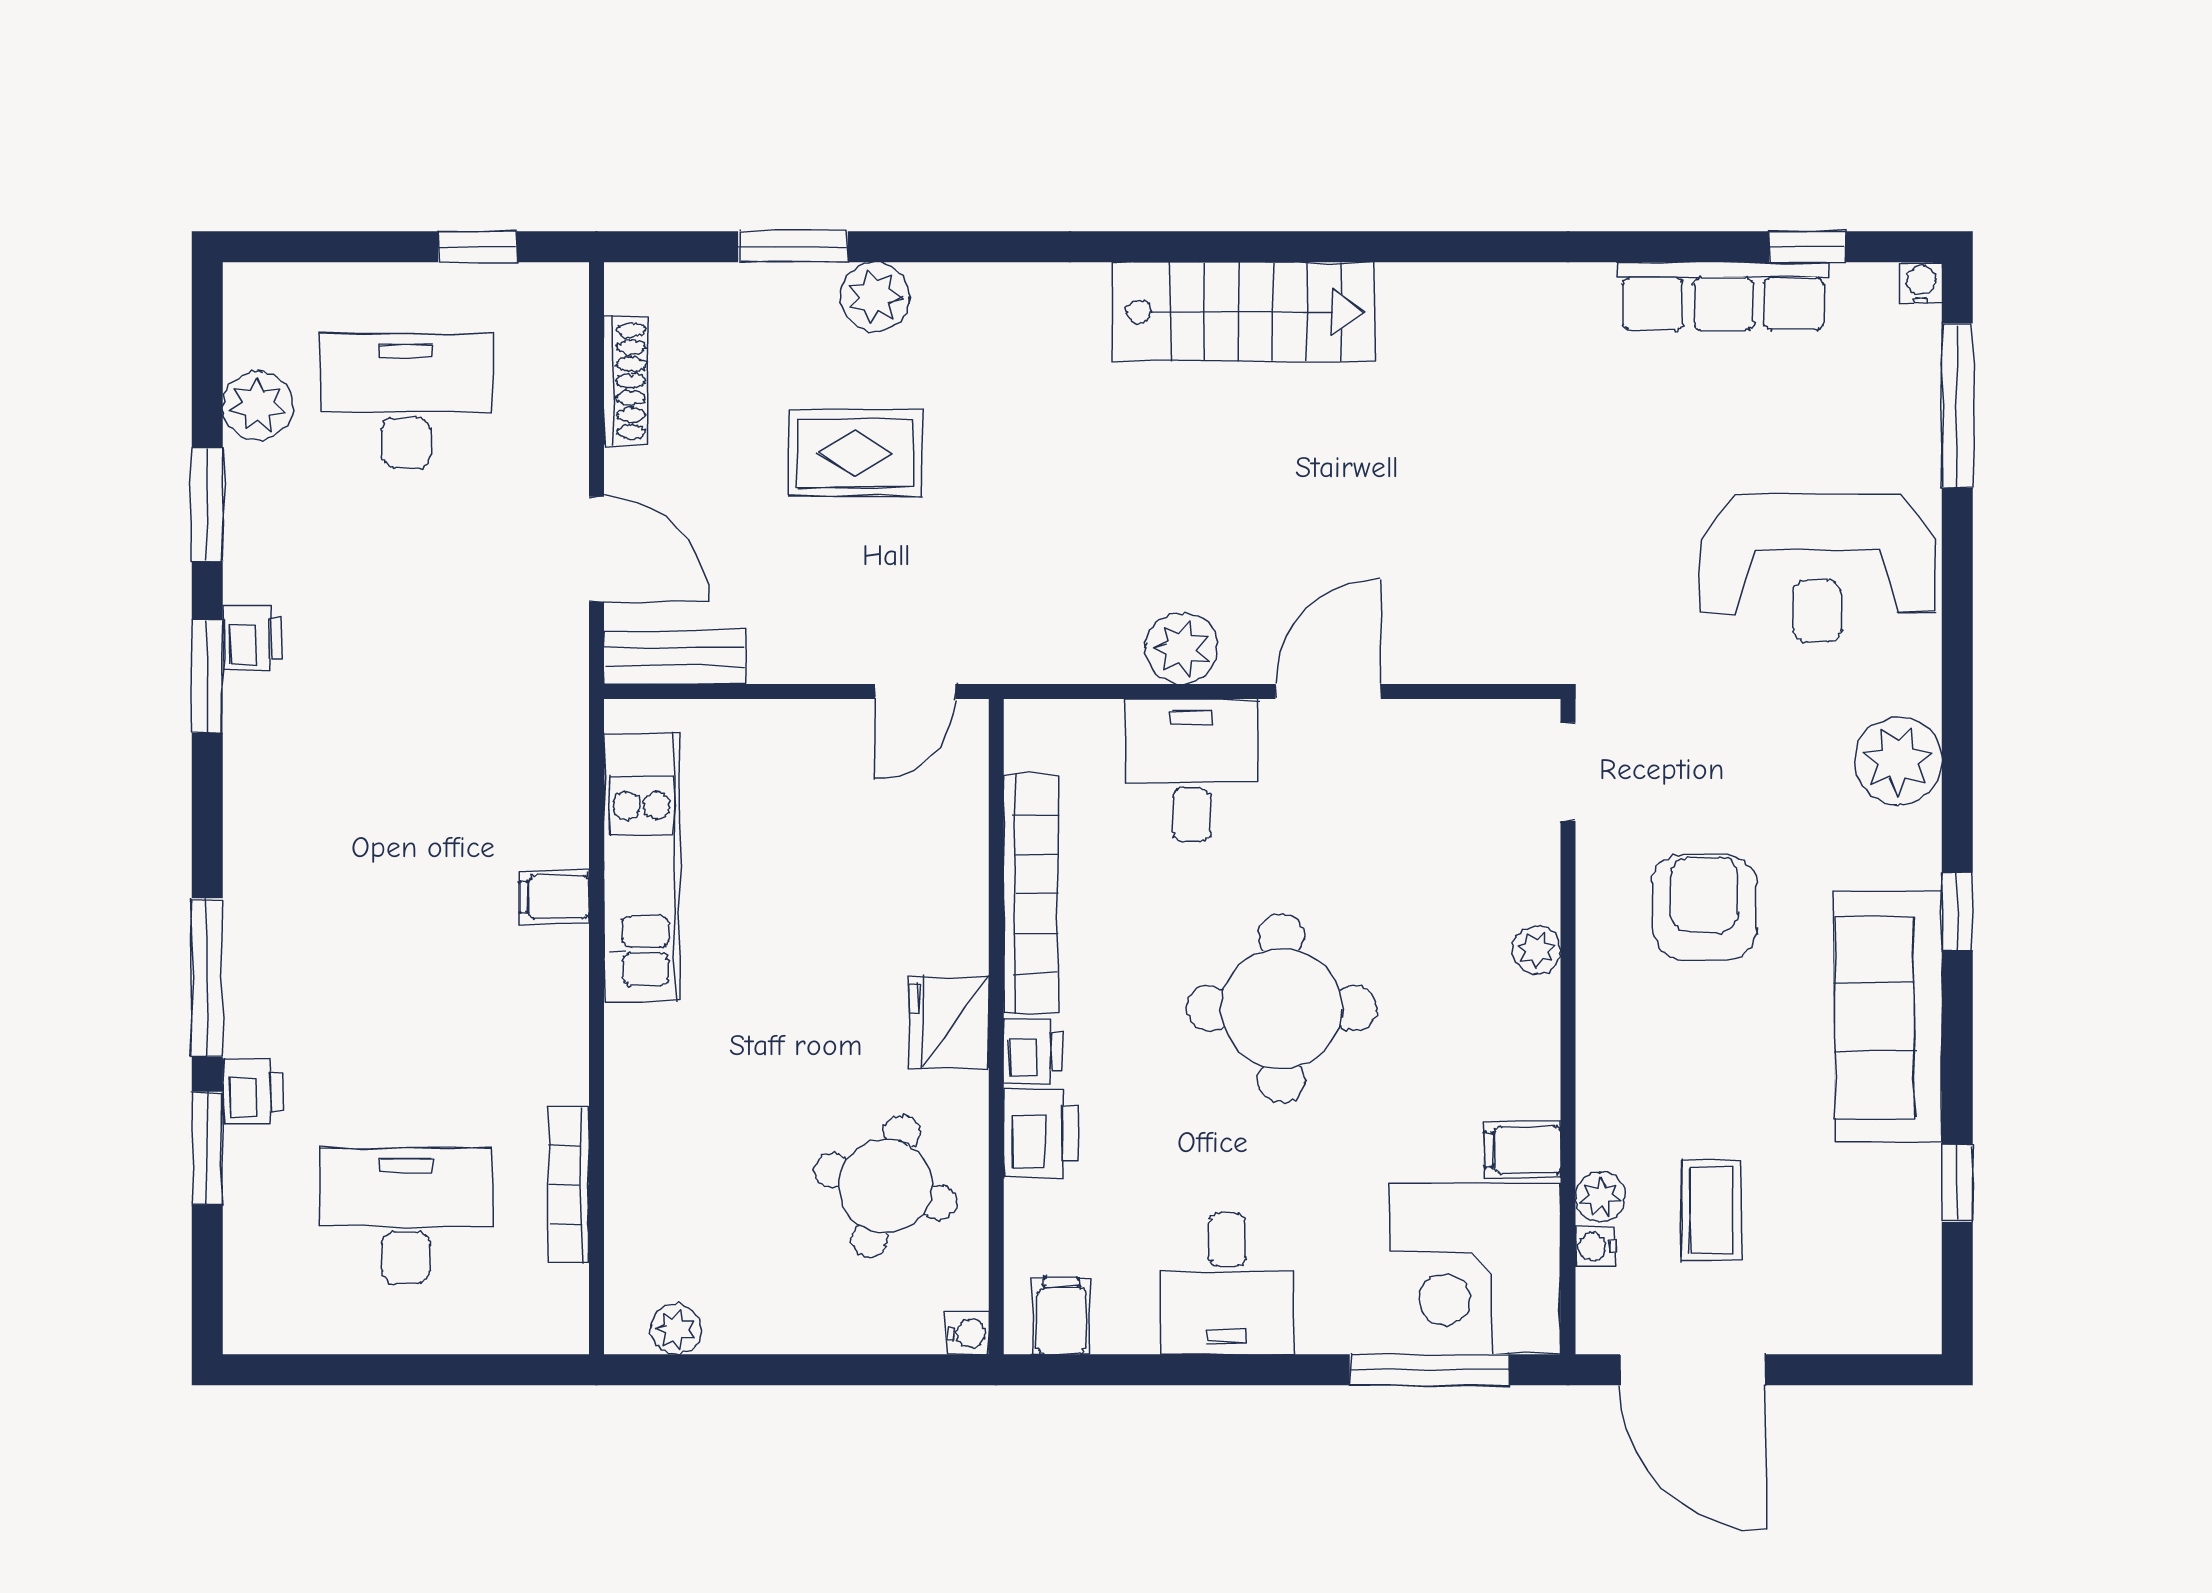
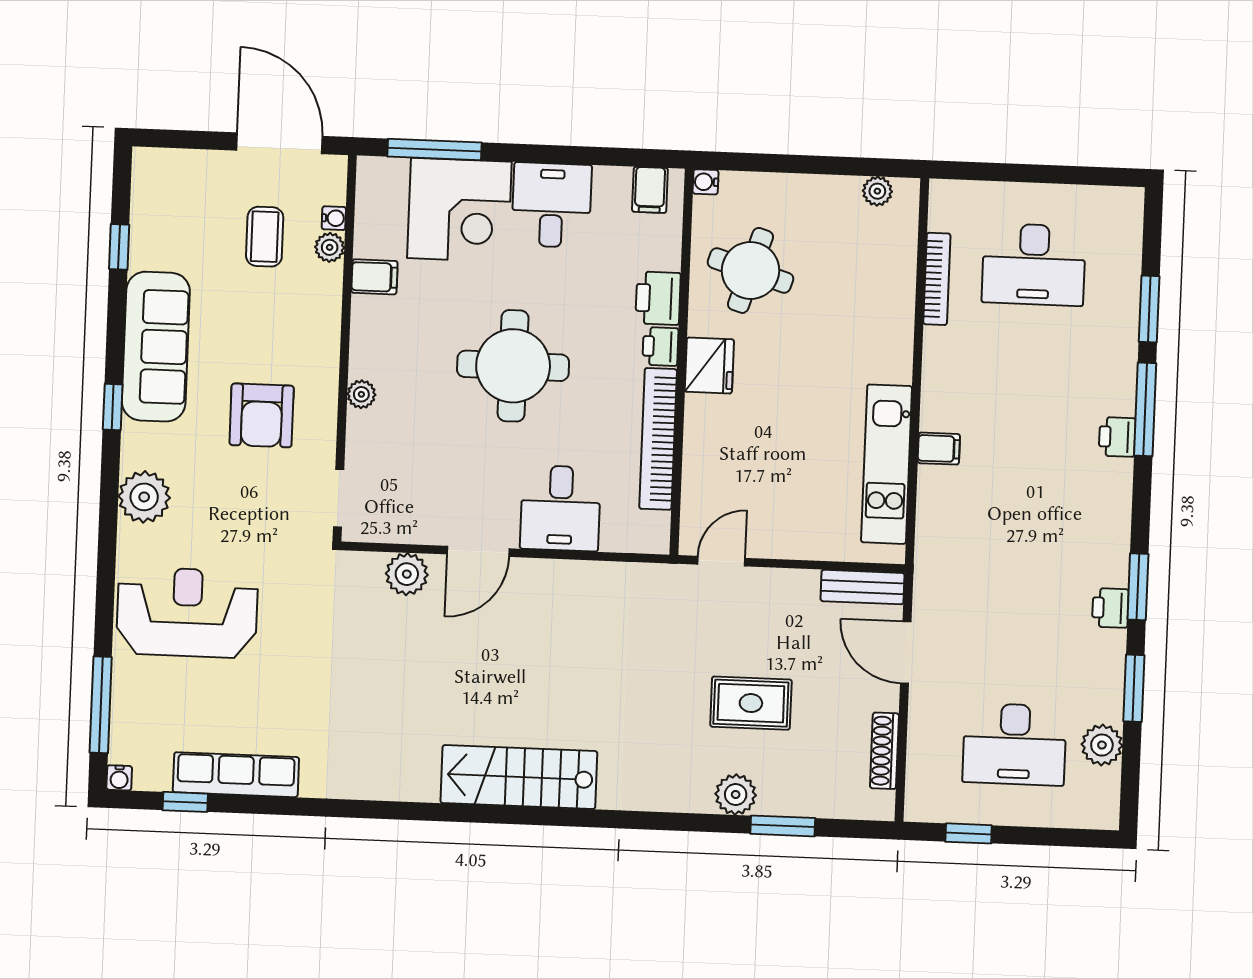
plant: (1182, 648) -> (407, 574), moved
printer: (253, 1092) -> (1117, 437), moved
corner desk: (1475, 1269) -> (459, 210), moved, turned 90

